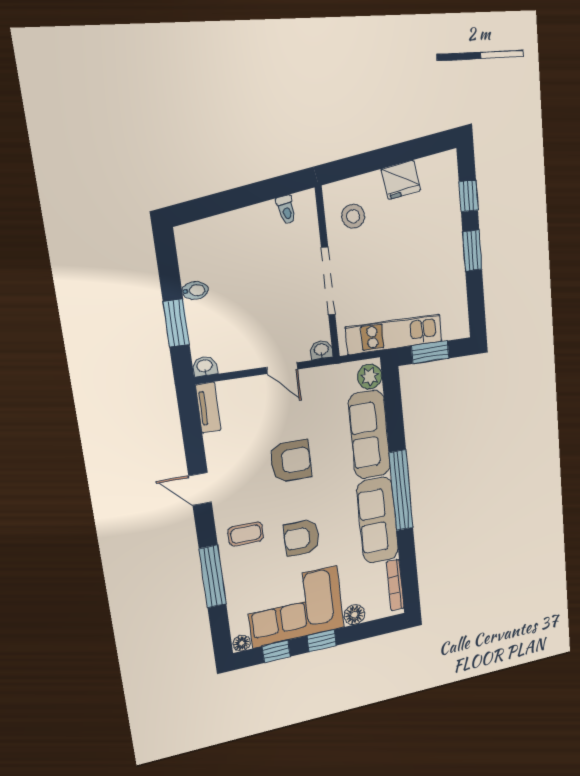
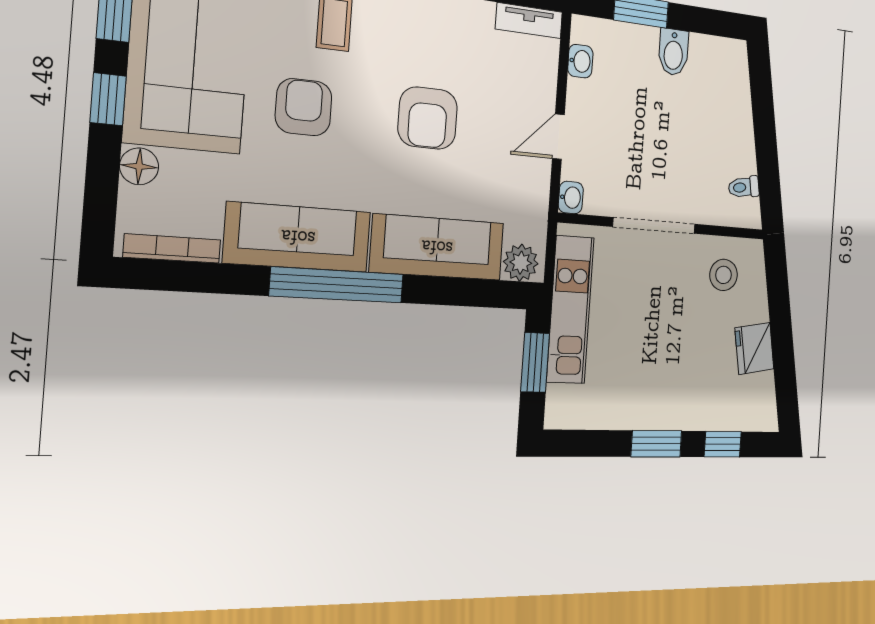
bidet: (195, 290) -> (673, 52), width x1.38, depth x1.36
washbasin: (205, 366) -> (580, 61), moved

